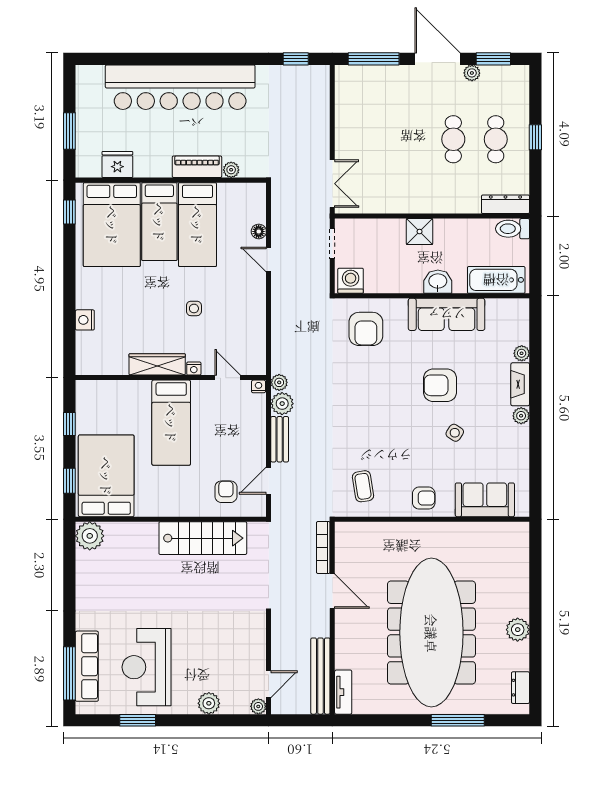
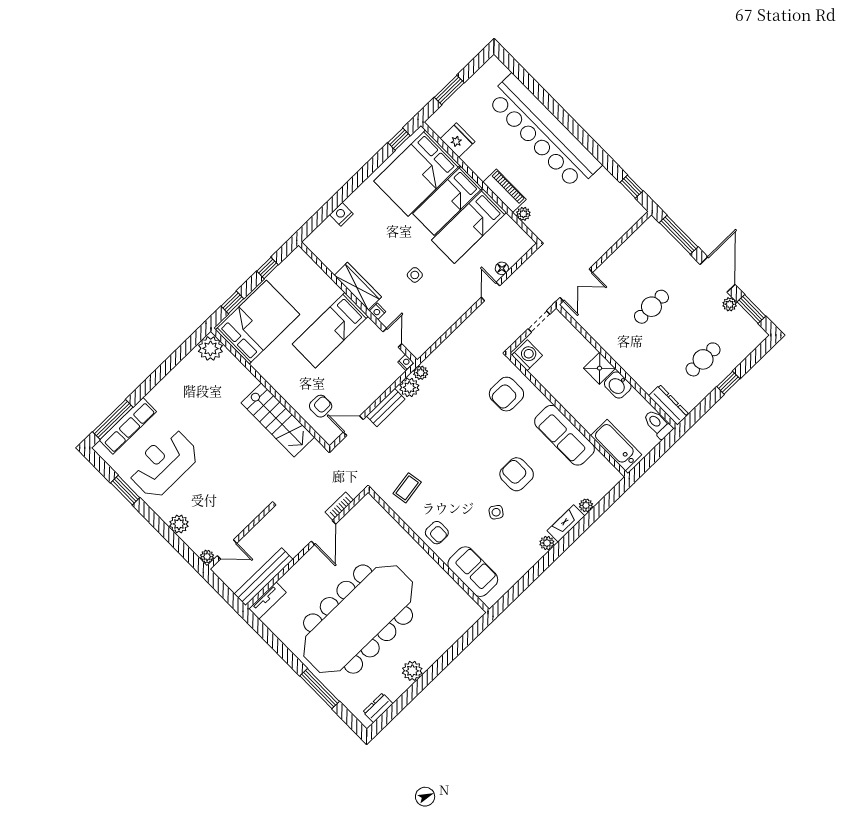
cafe table: (453, 139) -> (651, 307), moved
washbasin: (438, 282) -> (618, 385), moved, turned 180
bookcase: (323, 548) -> (339, 506), width x0.64

